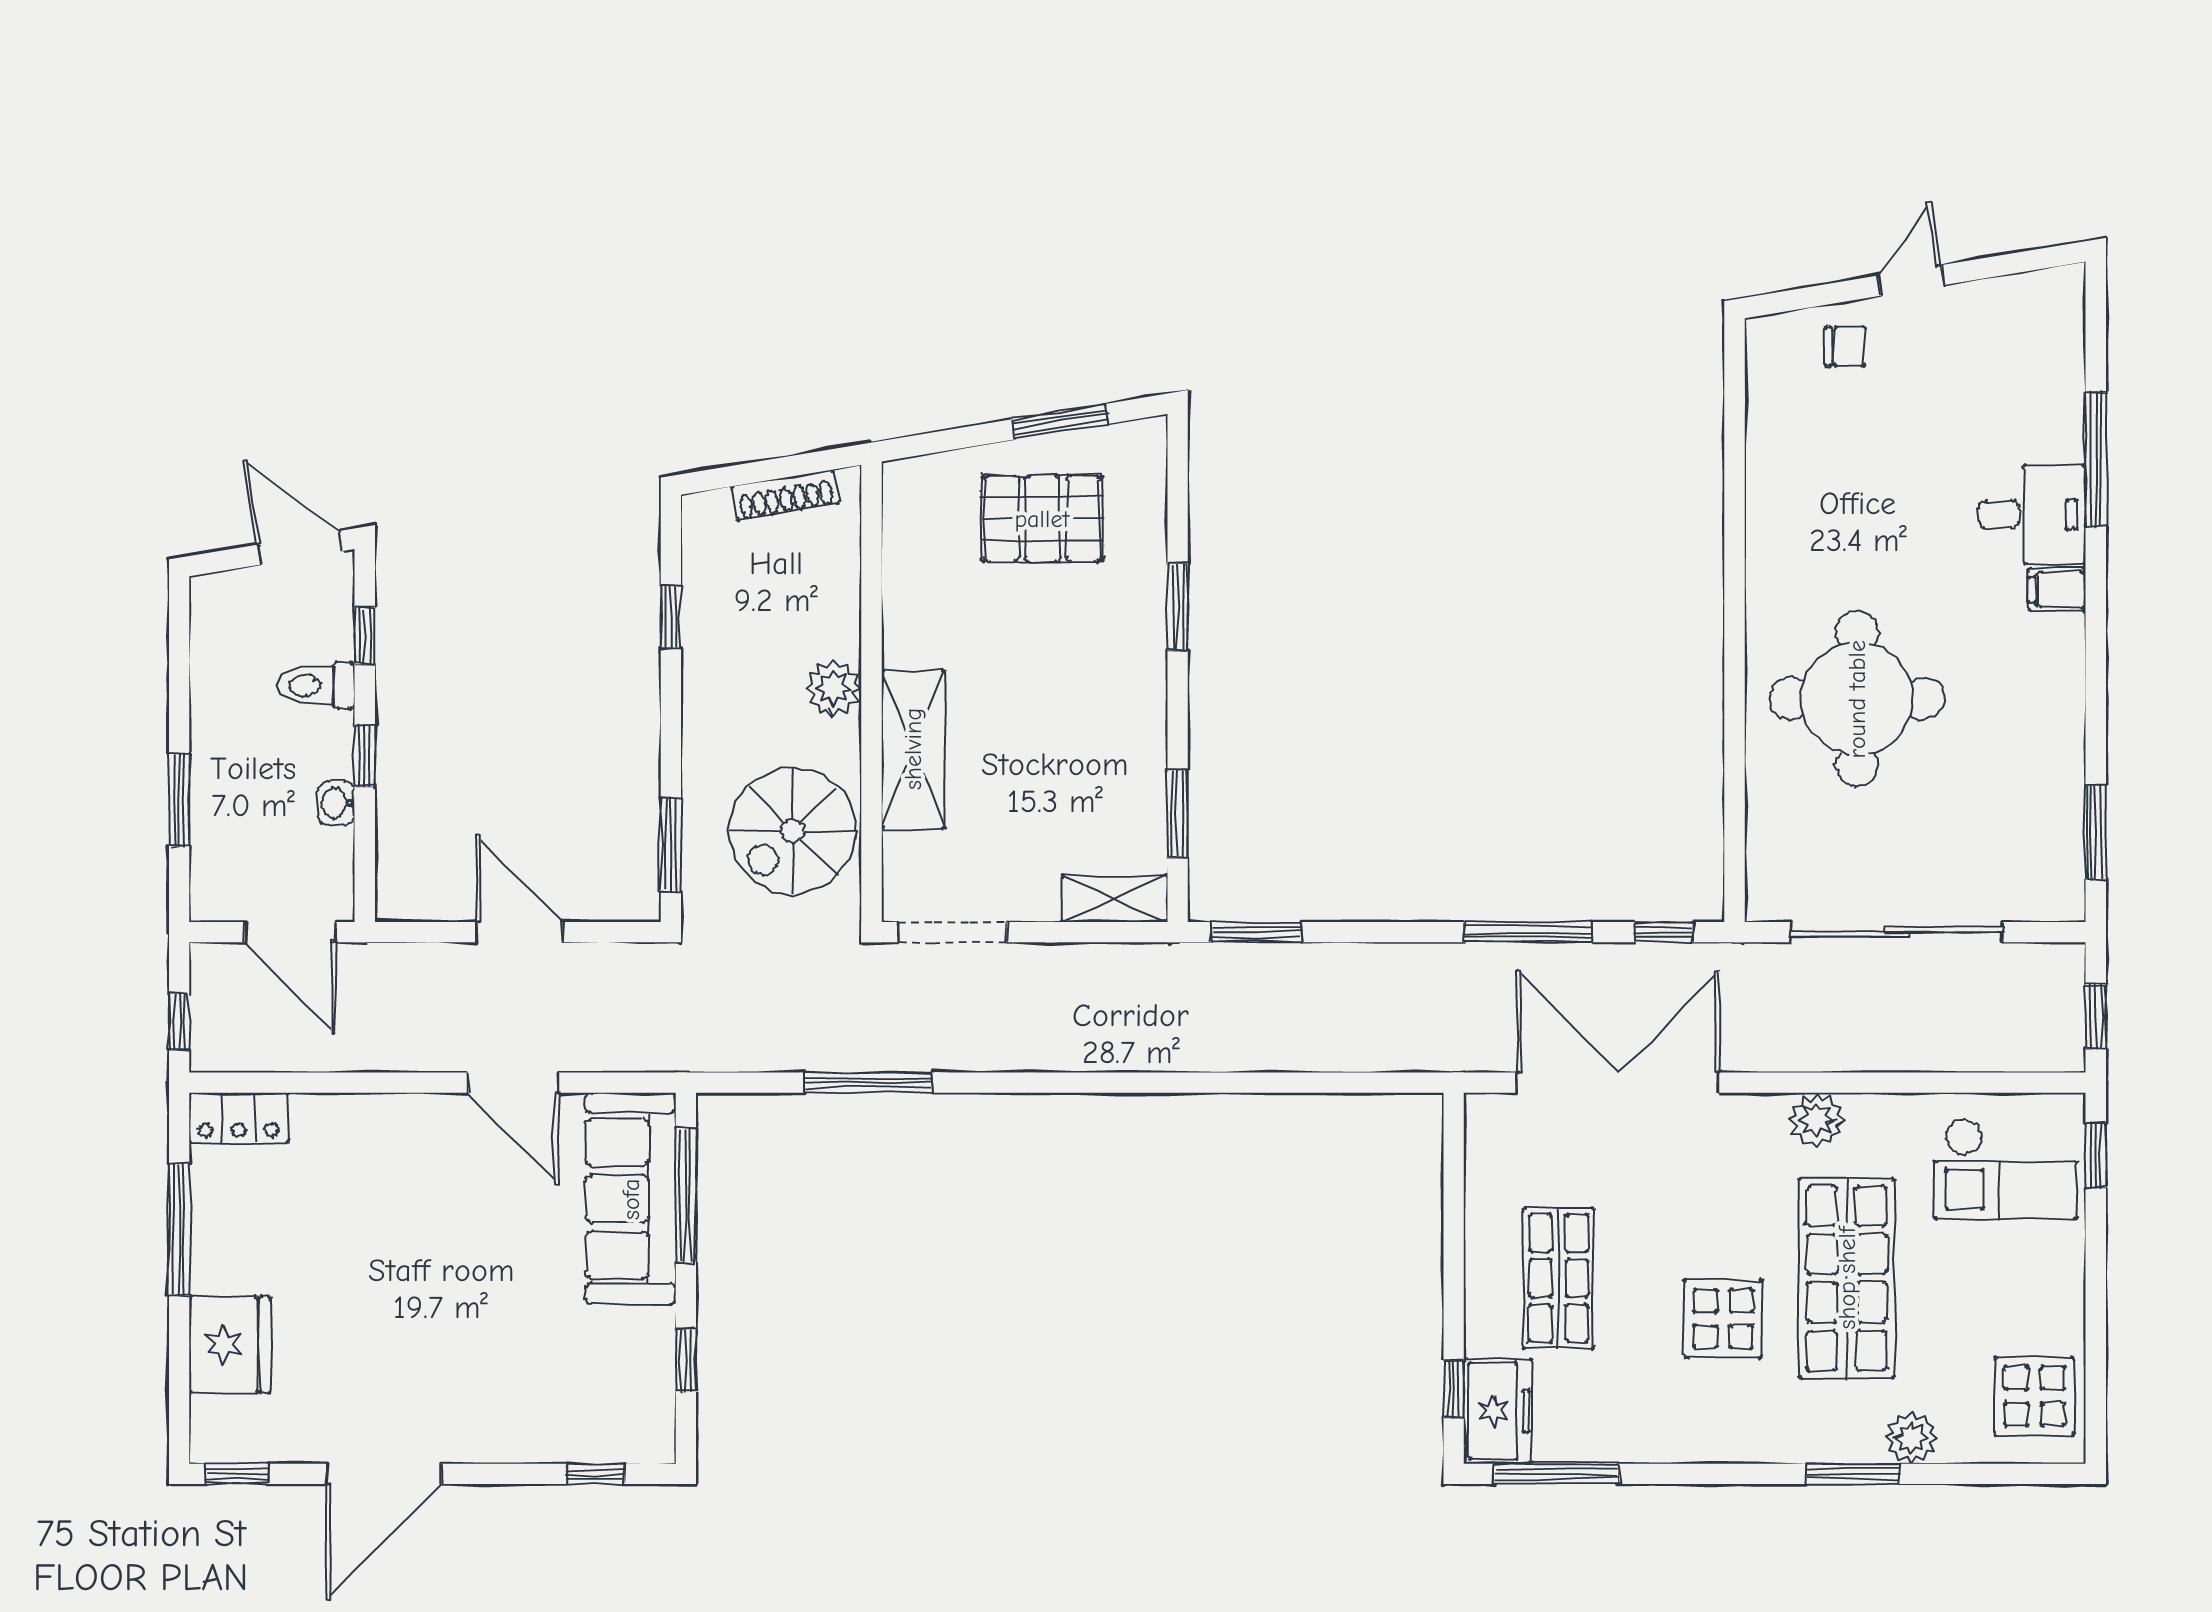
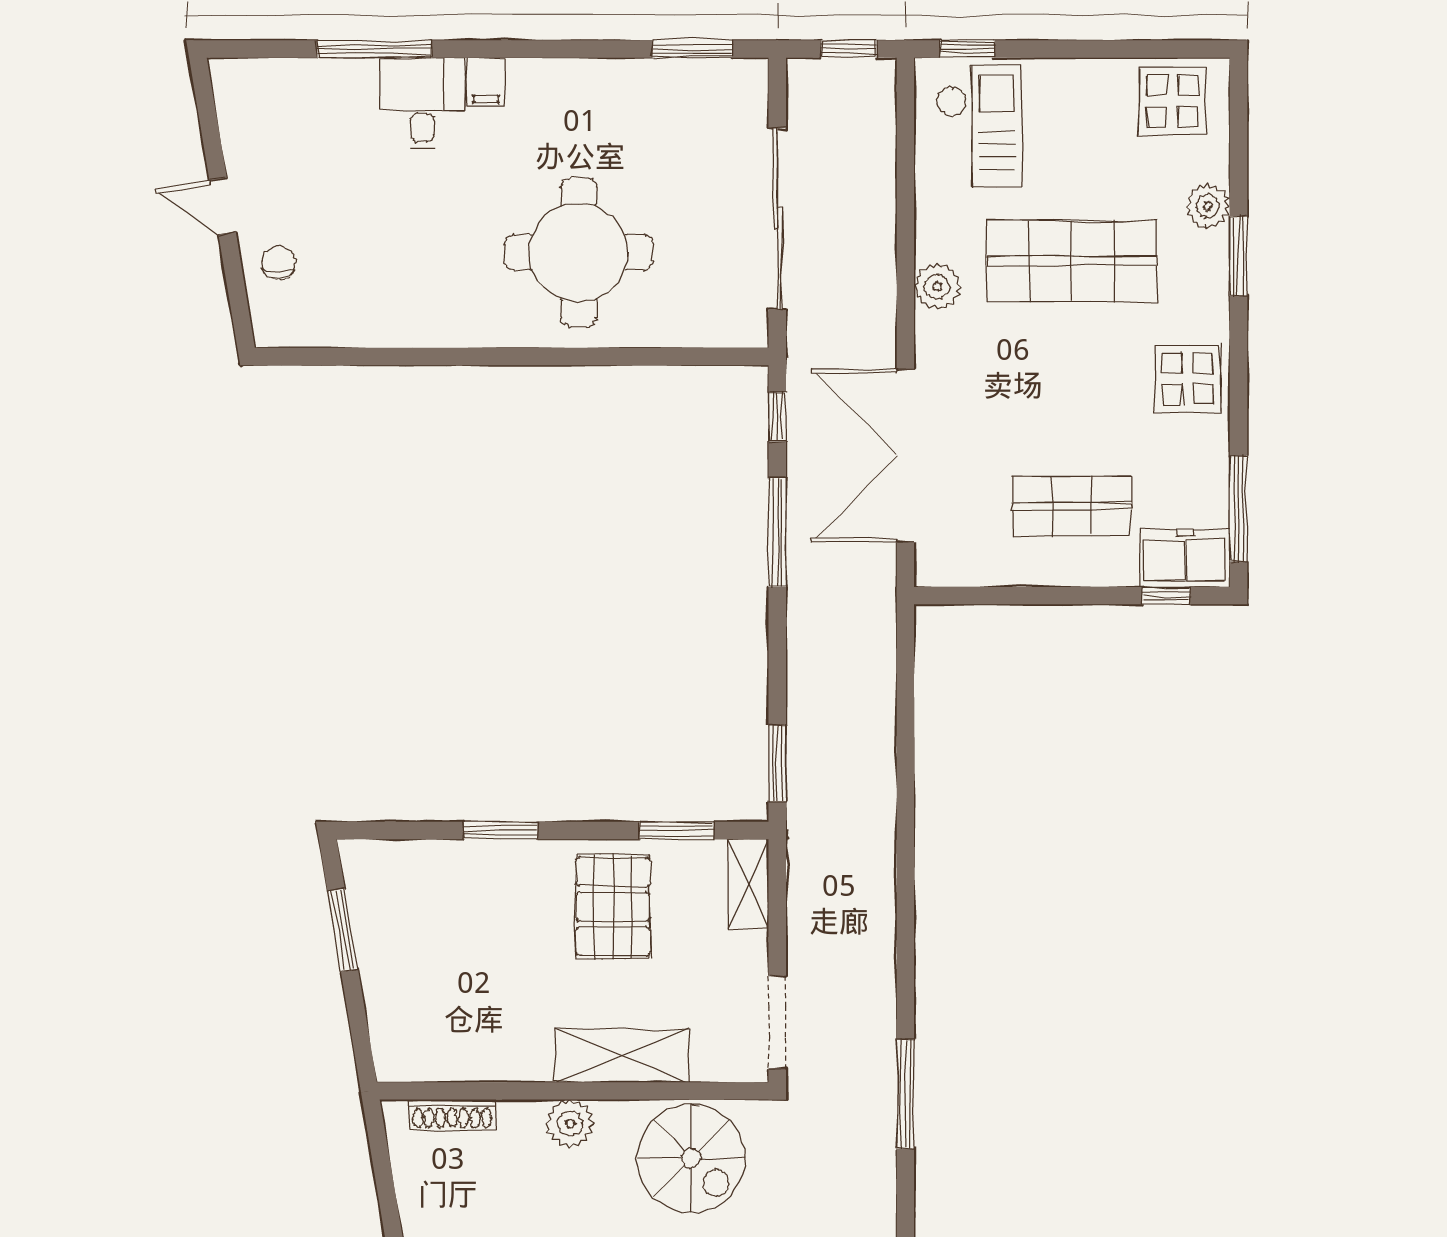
shoe rack: (785, 495) -> (452, 1114), moved, turned 99
pallet: (1042, 519) -> (613, 907), moved
display table: (1723, 1319) -> (1188, 379), moved

